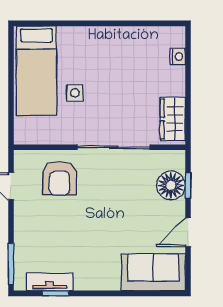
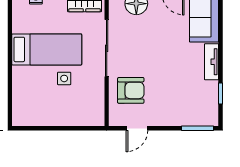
bed: (37, 71) -> (47, 49), moved
tv unit: (50, 282) -> (211, 62), moved

